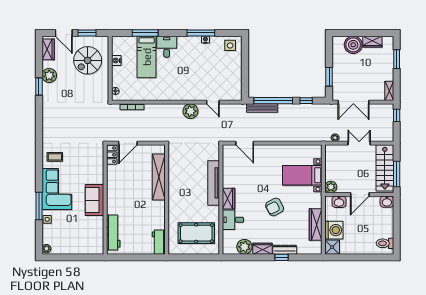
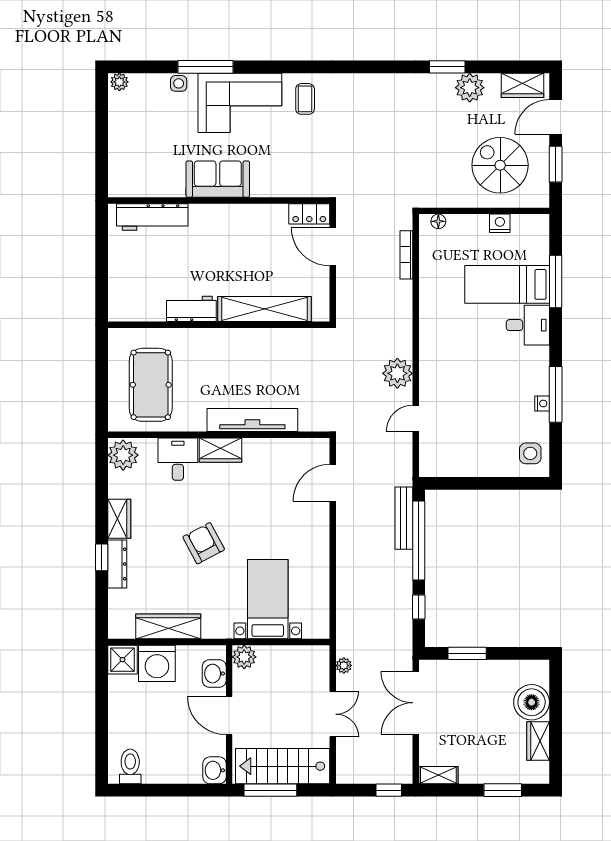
workbench: (159, 242) -> (191, 309), moved
plant: (244, 247) -> (123, 455), moved

